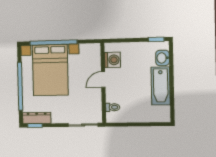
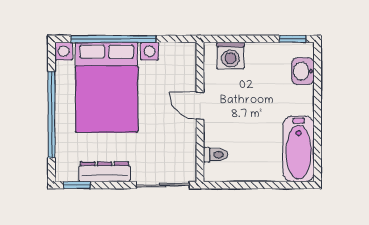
washing machine: (112, 60) -> (230, 56), moved, turned 90
door: (103, 79) -> (200, 106), hinge flipped
bathtub: (161, 86) -> (299, 149), moved
dresser: (37, 118) -> (105, 172), moved

